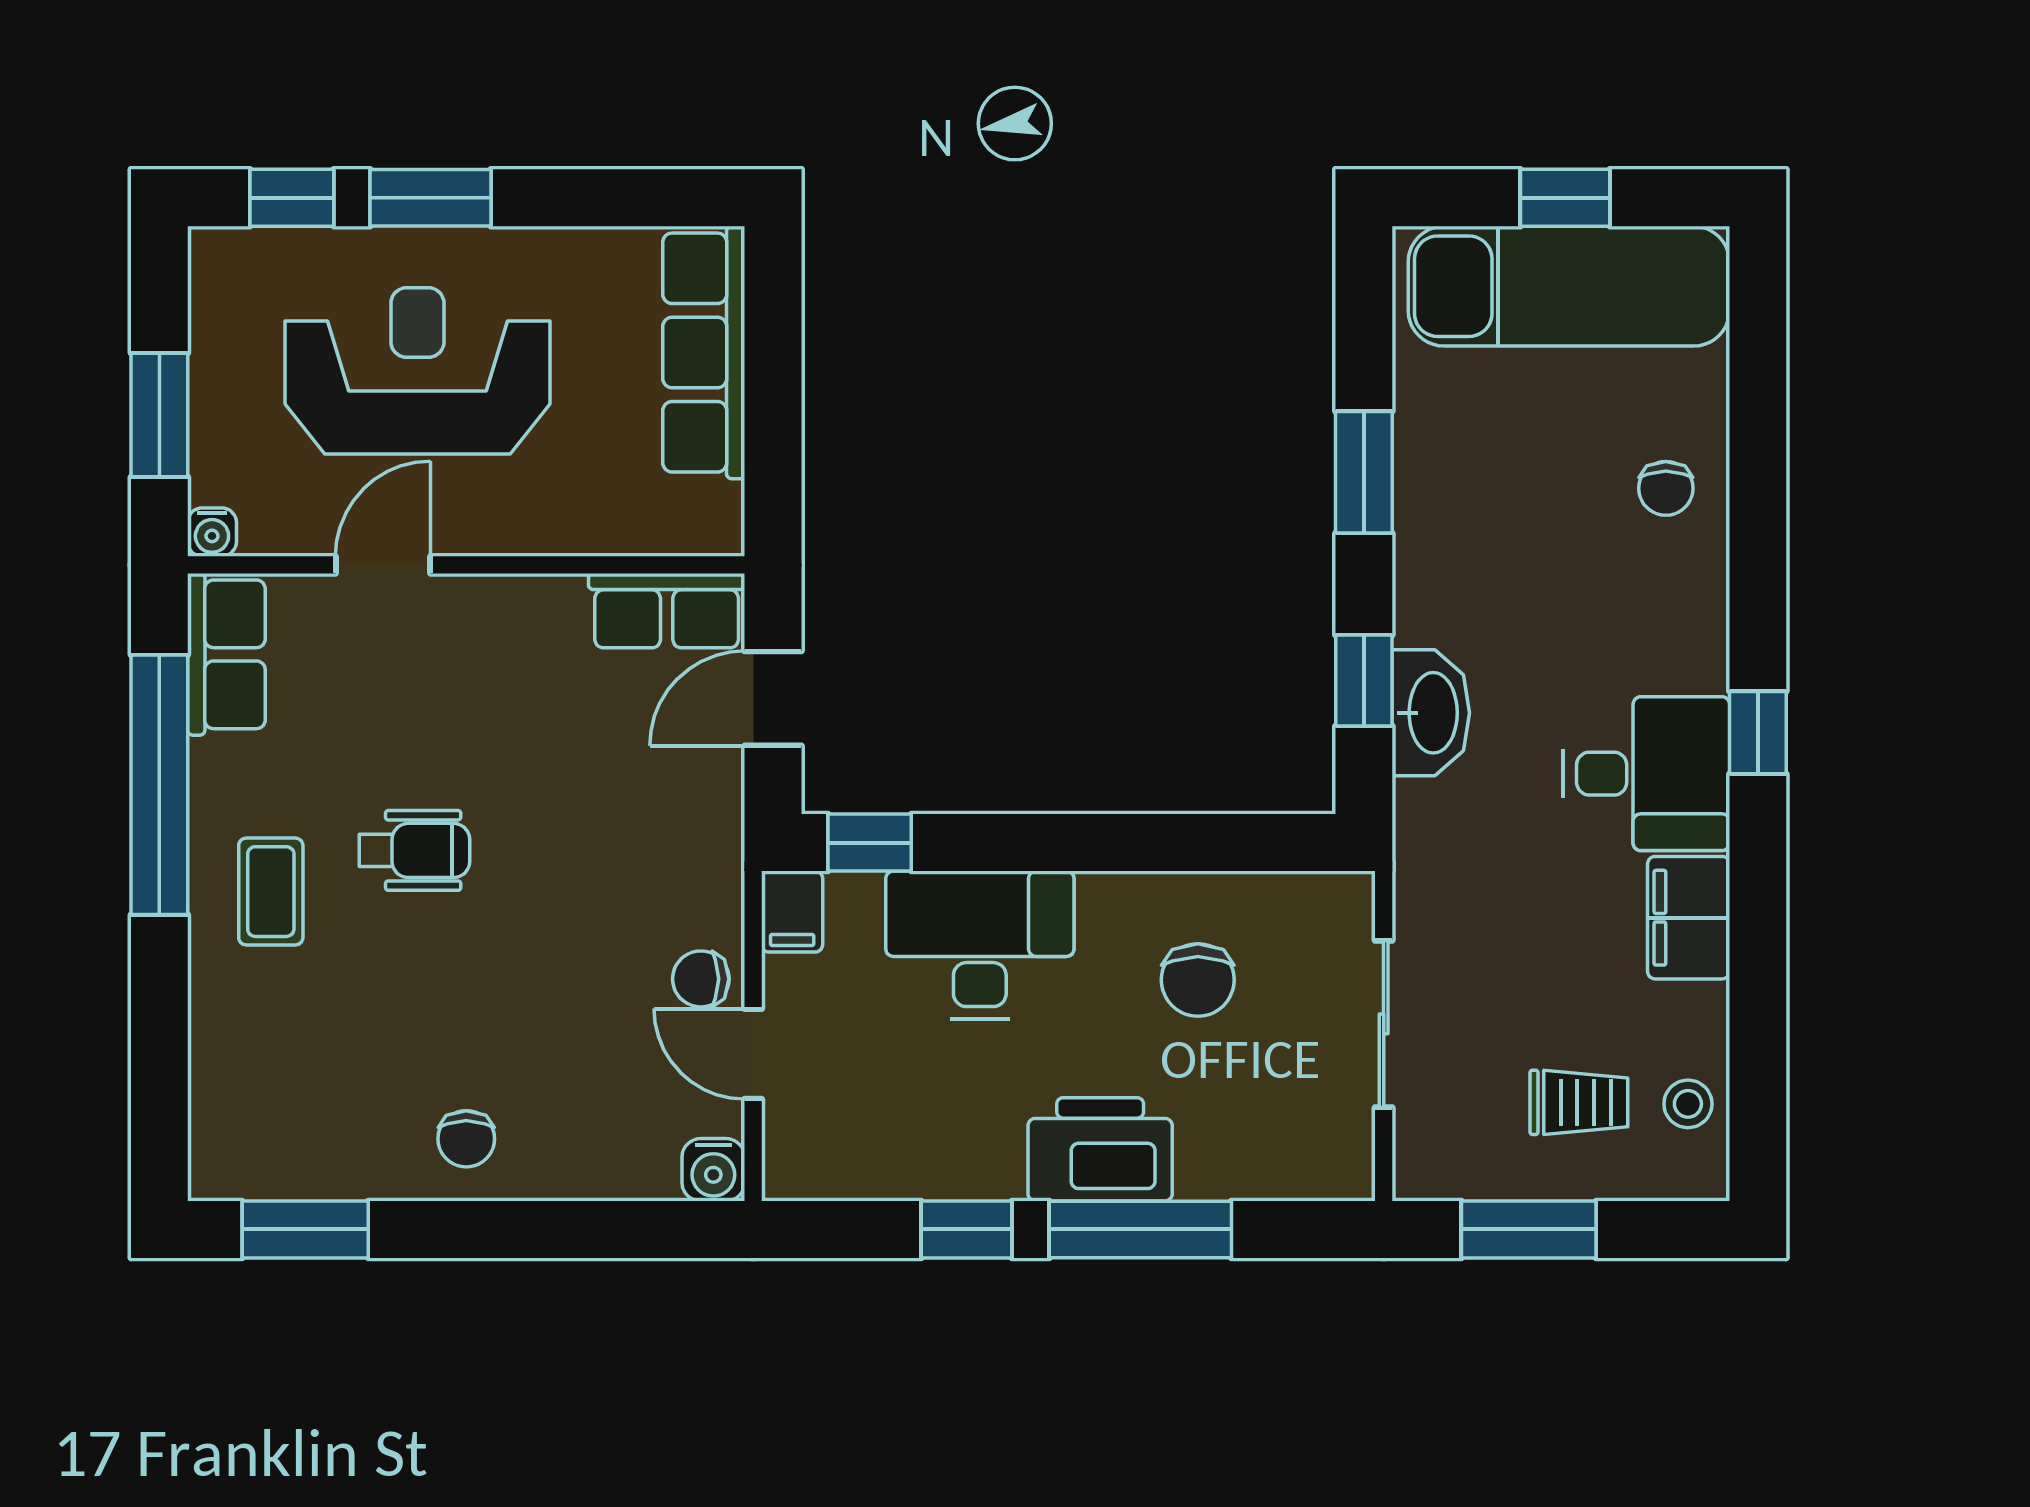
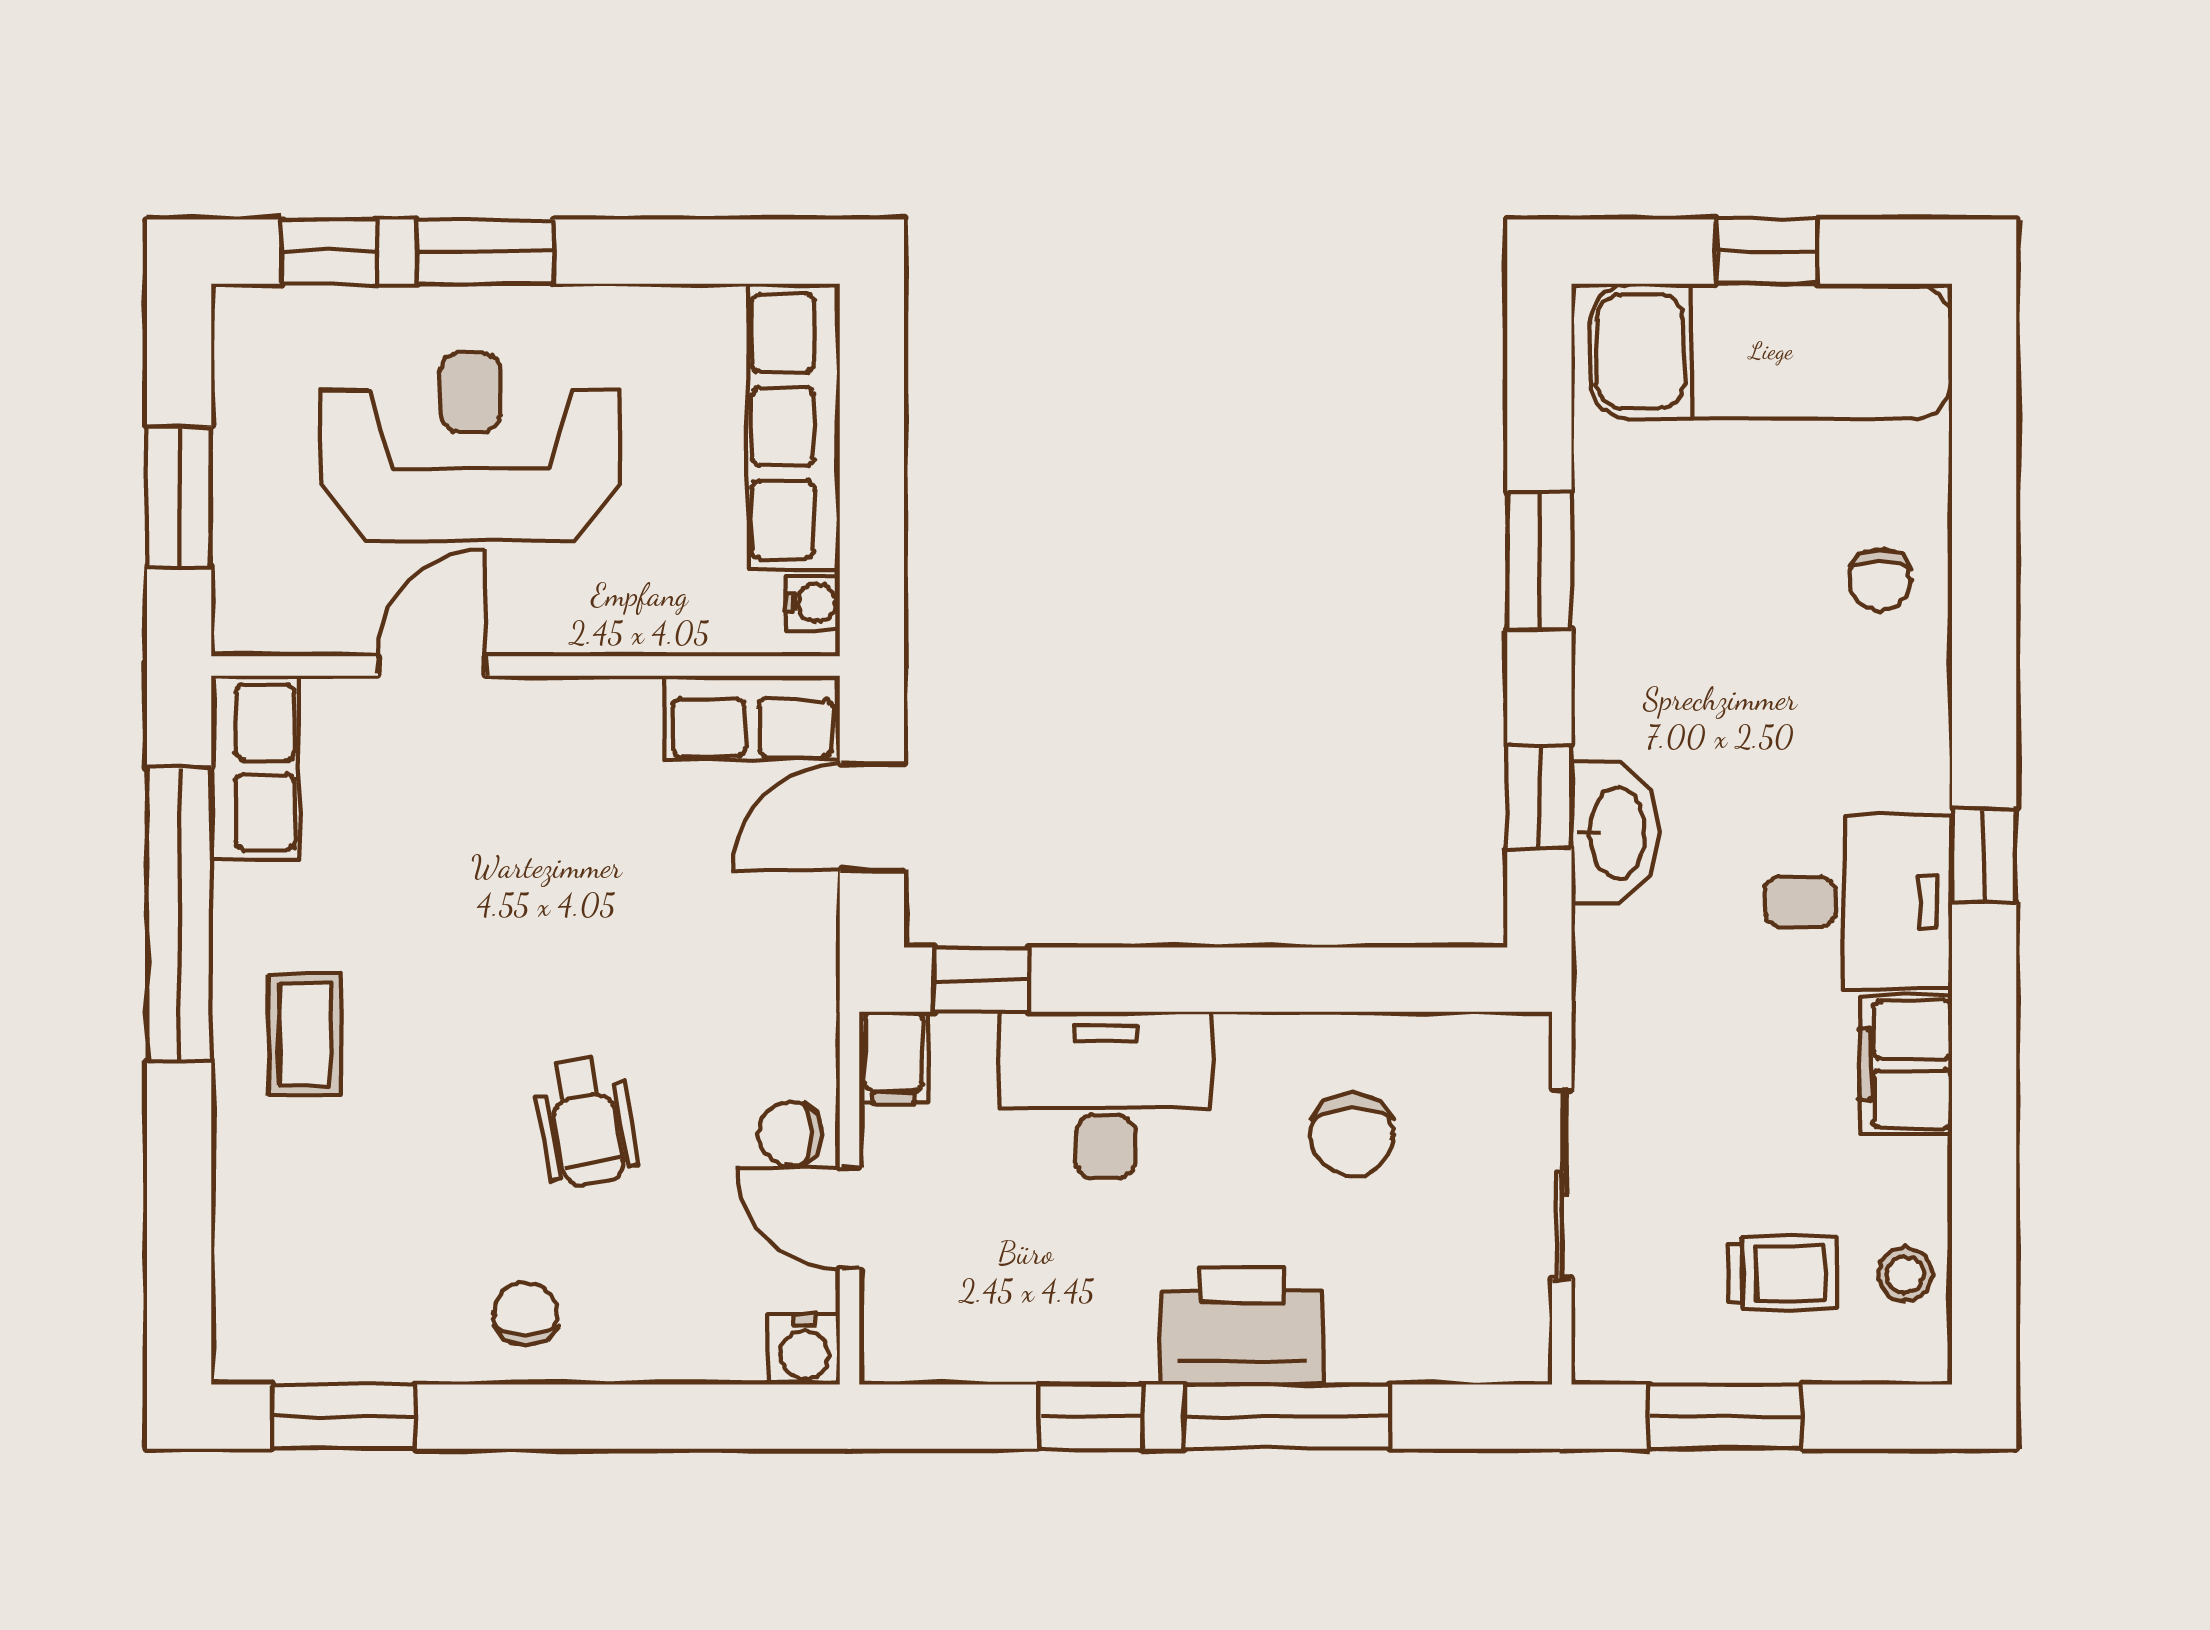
water cooler: (212, 532) -> (813, 603), moved, turned -90
wheelchair: (414, 850) -> (585, 1121), moved, turned 79
chair: (466, 1139) -> (526, 1314), turned 180

